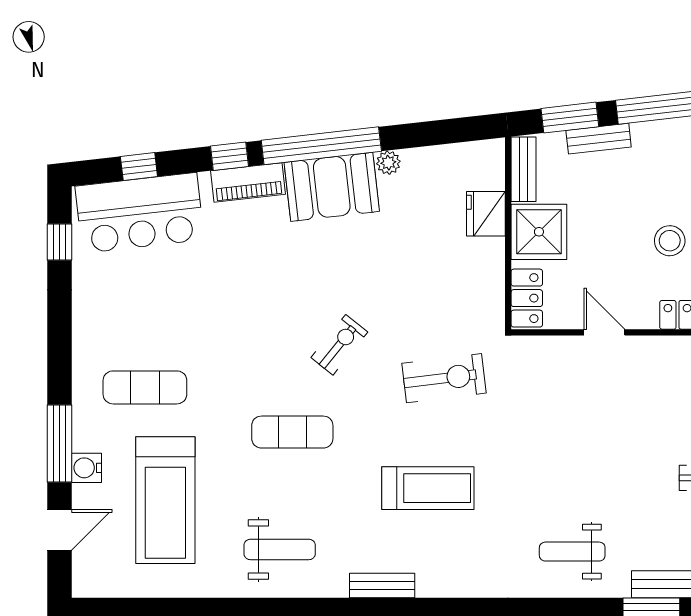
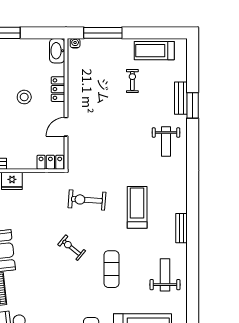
shower: (539, 232) -> (20, 157), removed
exercise bike: (444, 378) -> (87, 200), turned -79

